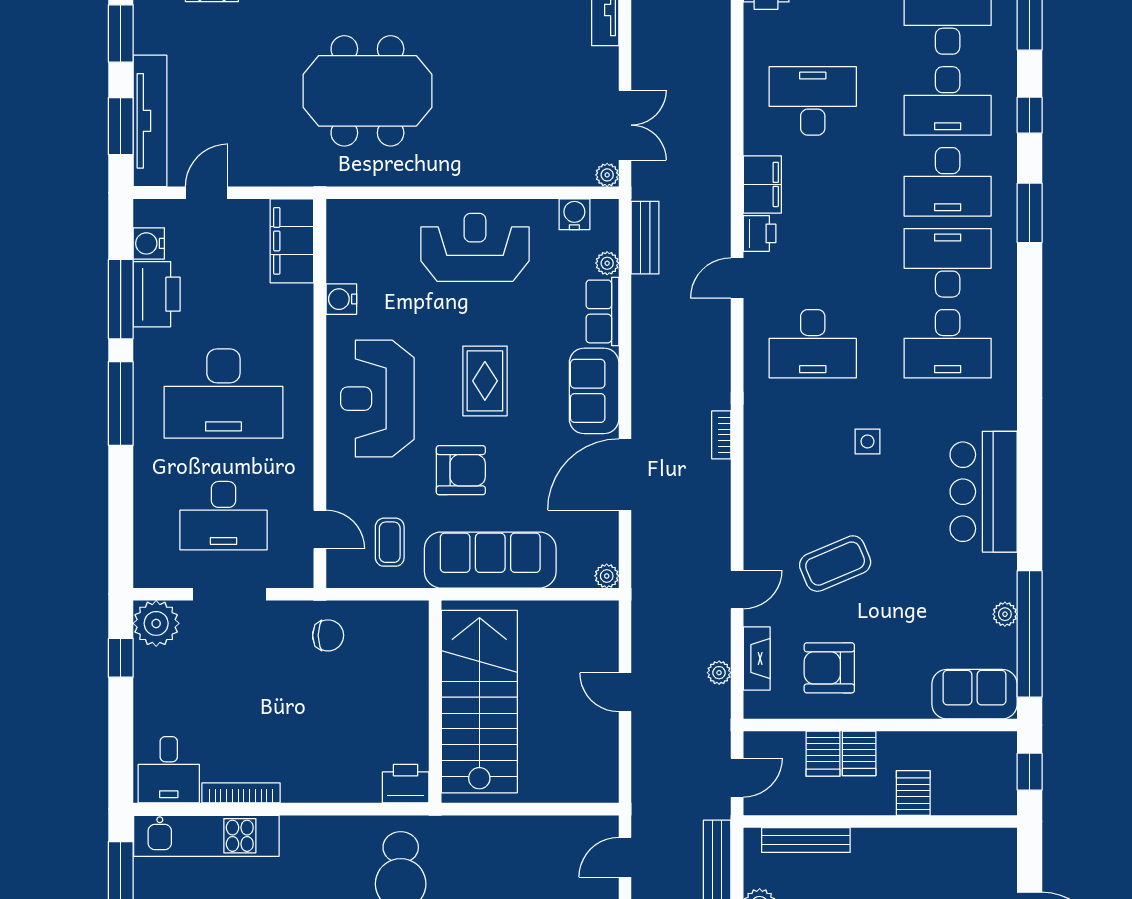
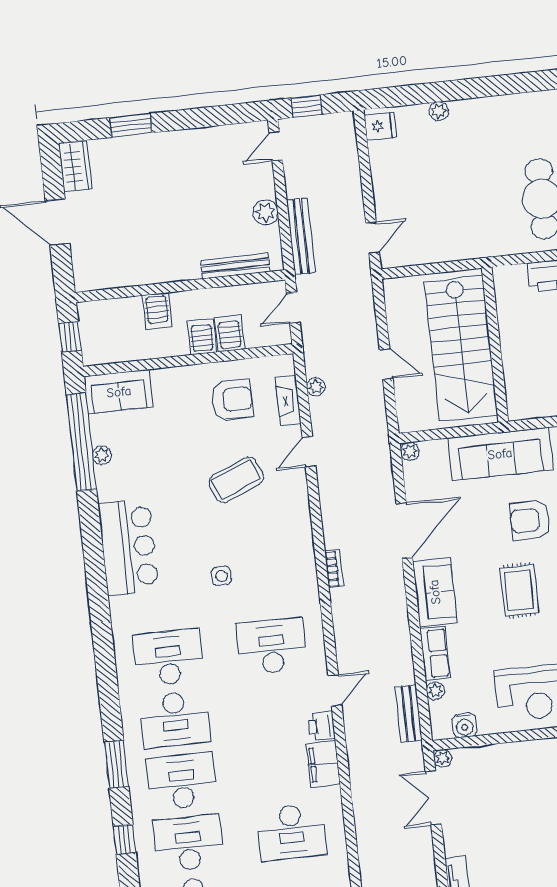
wall: (435, 702) -> (495, 345), moved
stairs: (479, 702) -> (461, 349), moved

